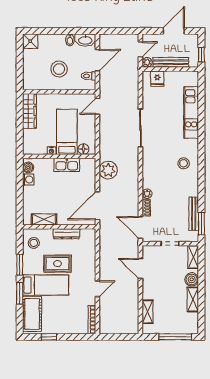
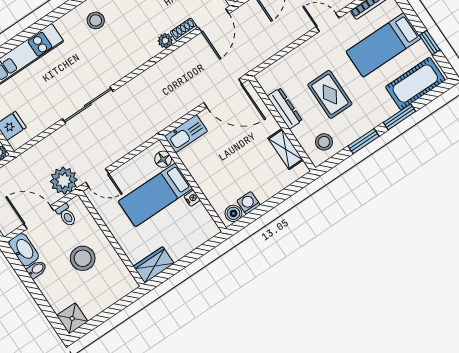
wardrobe: (29, 111) -> (154, 265), width x0.67
kitchen sink: (67, 165) -> (186, 134), moved, turned 90
plant: (108, 170) -> (64, 181), moved
bed: (46, 285) -> (384, 45), moved, turned -90

